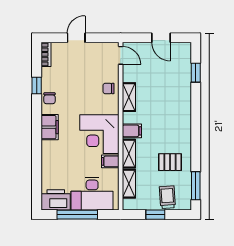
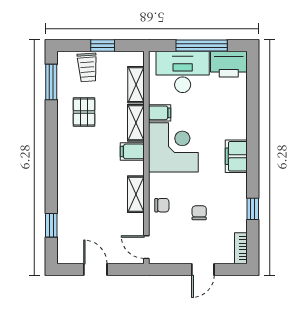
chair: (49, 98) -> (199, 213), moved
pallet: (170, 162) -> (84, 112), turned 90

